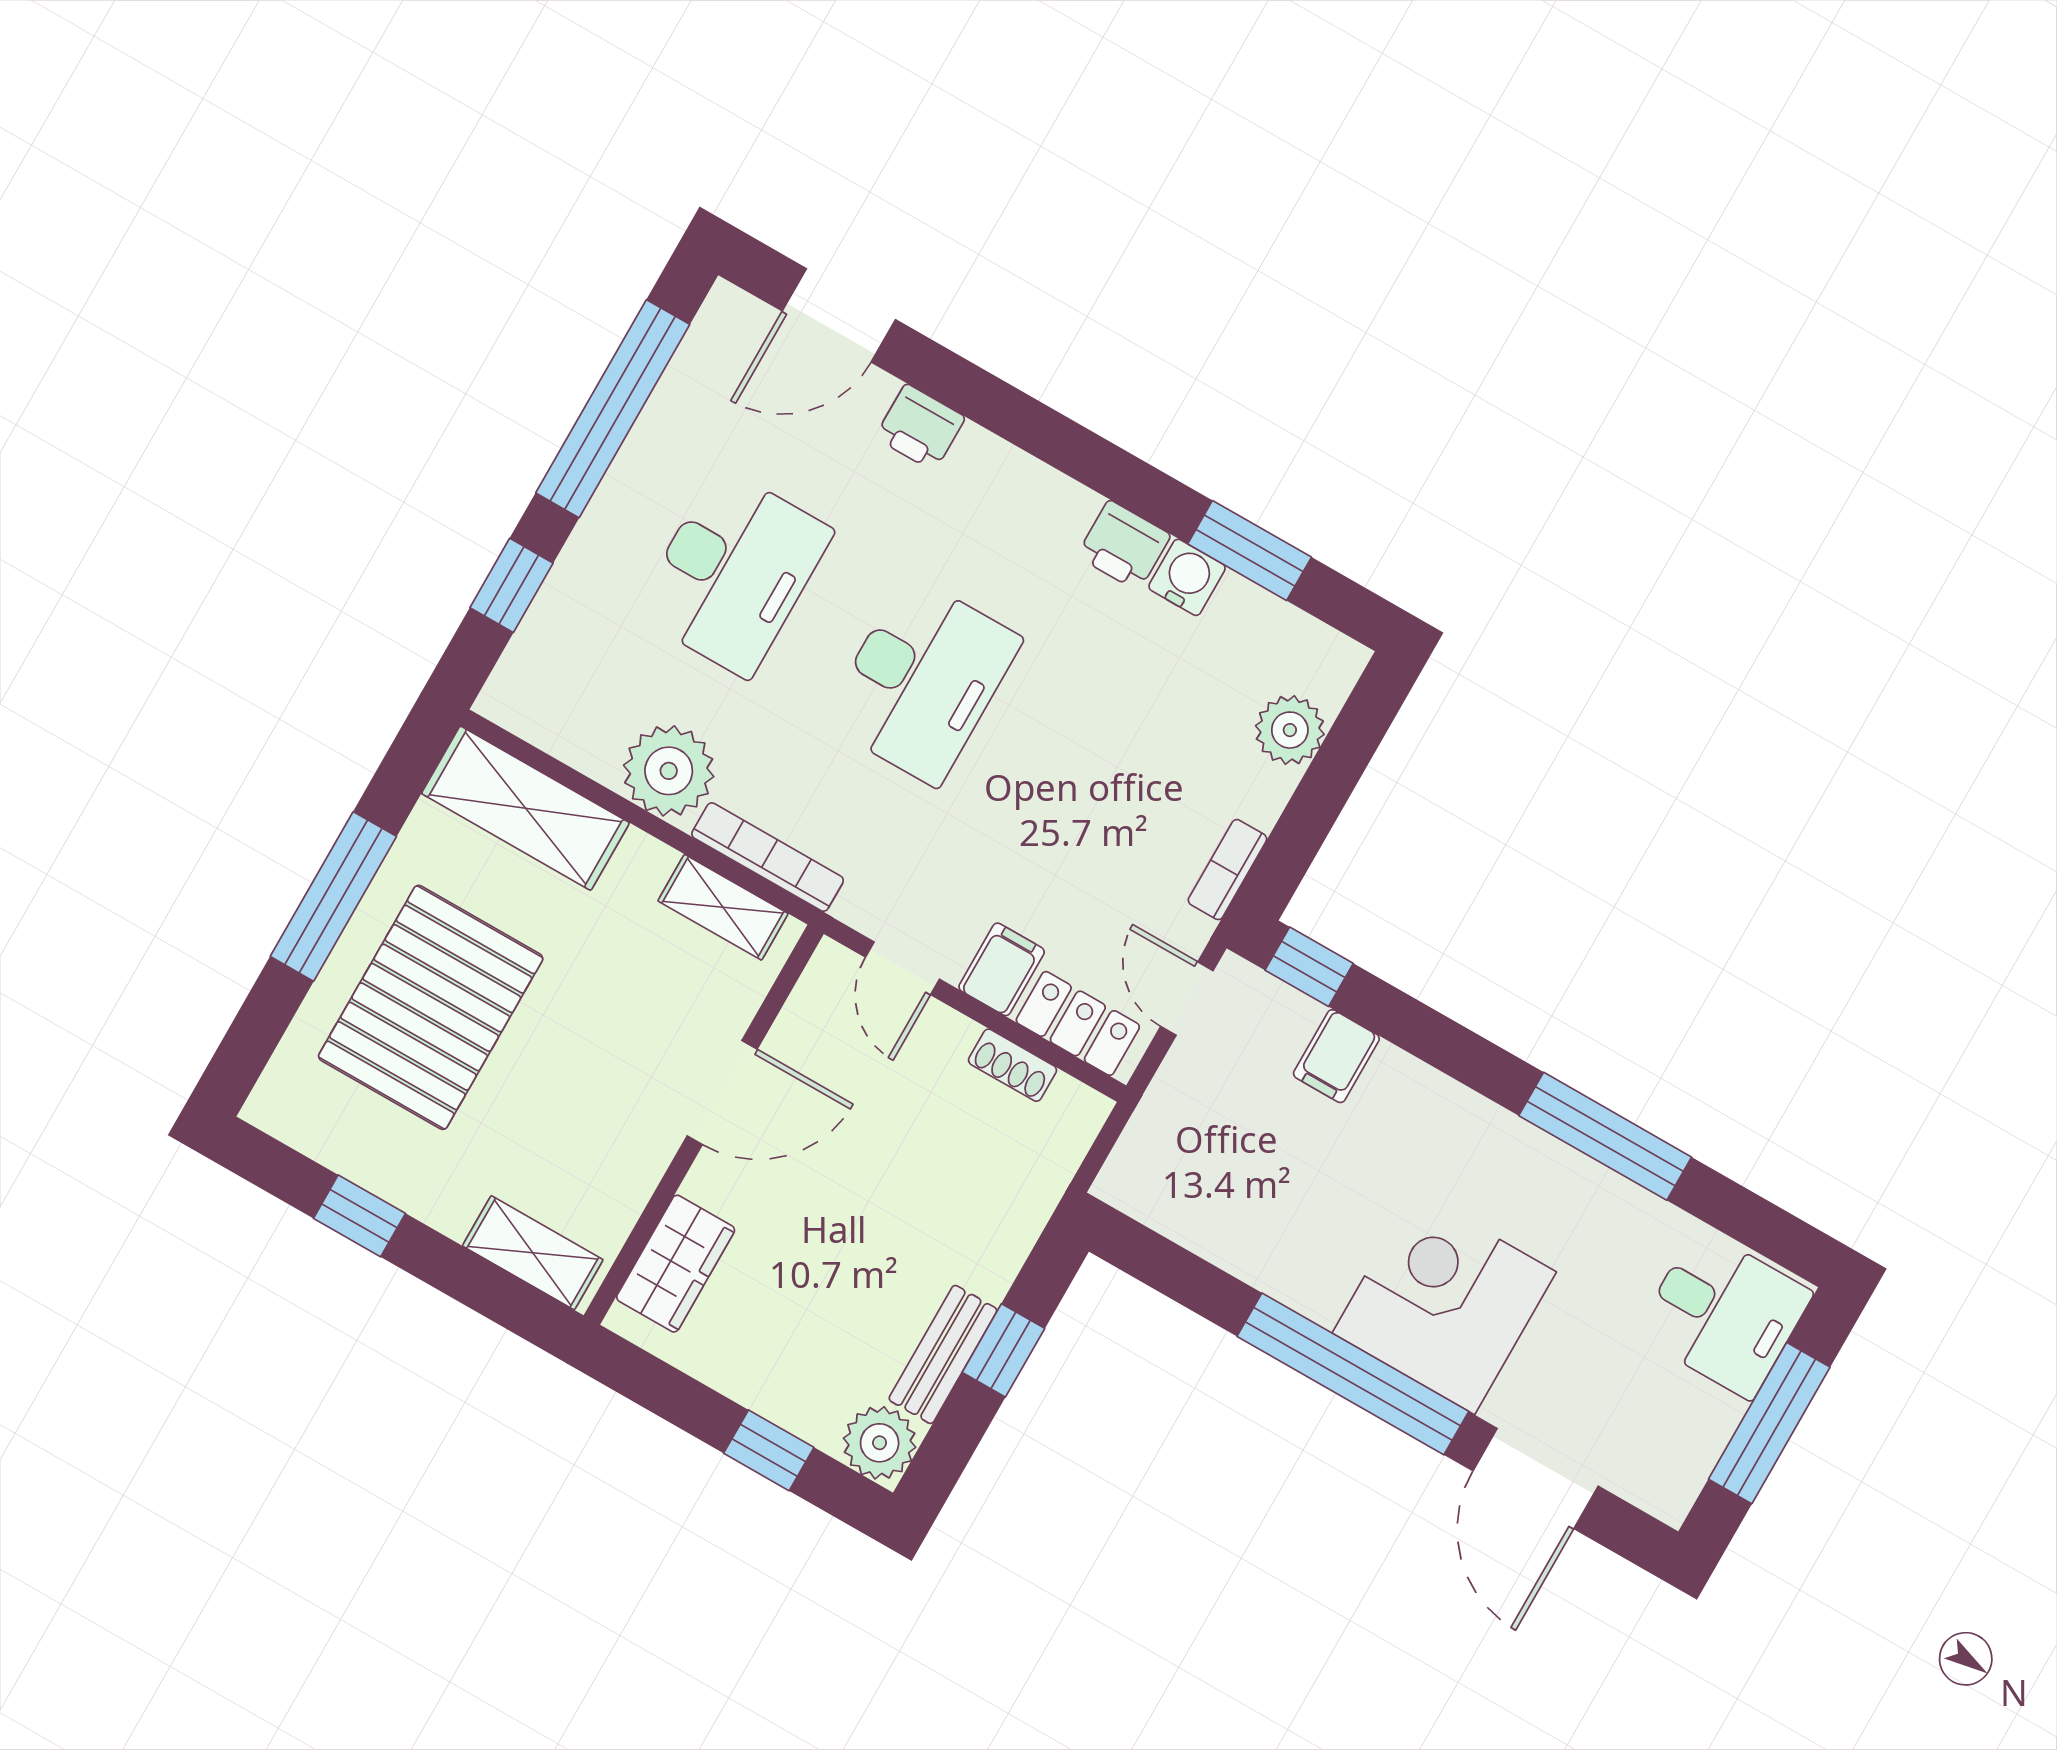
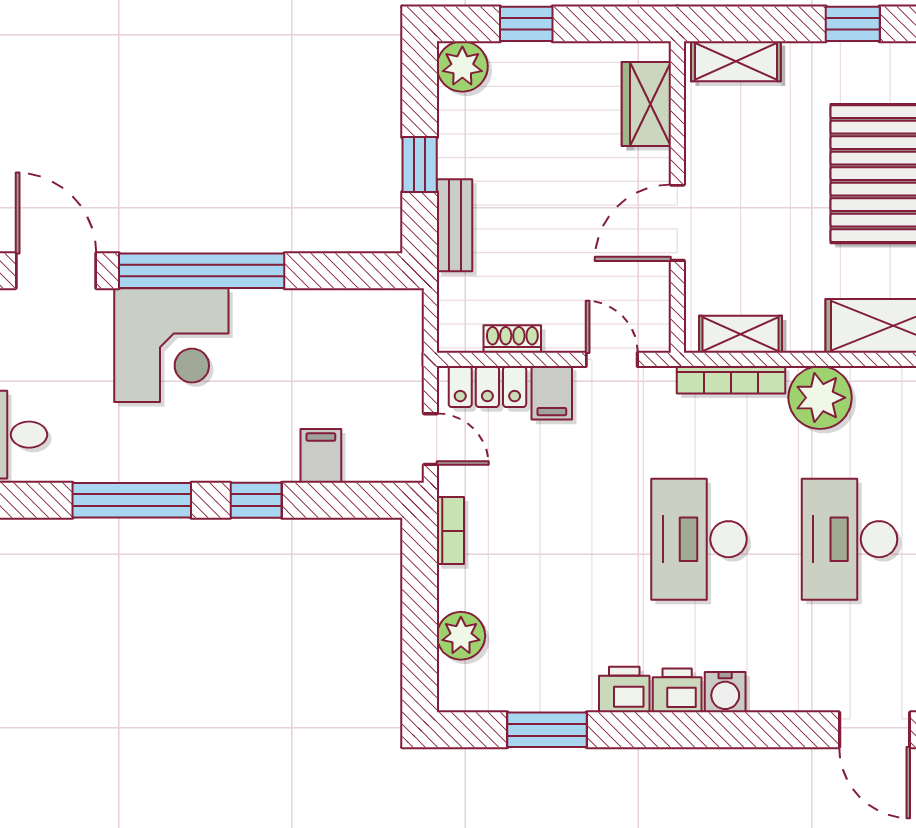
door: (839, 315) -> (875, 730), swing flipped
printer: (920, 427) -> (677, 690), moved
water cooler: (1187, 577) -> (725, 692), moved
window: (1309, 967) -> (256, 500), moved
bench: (943, 1354) -> (455, 225), moved

